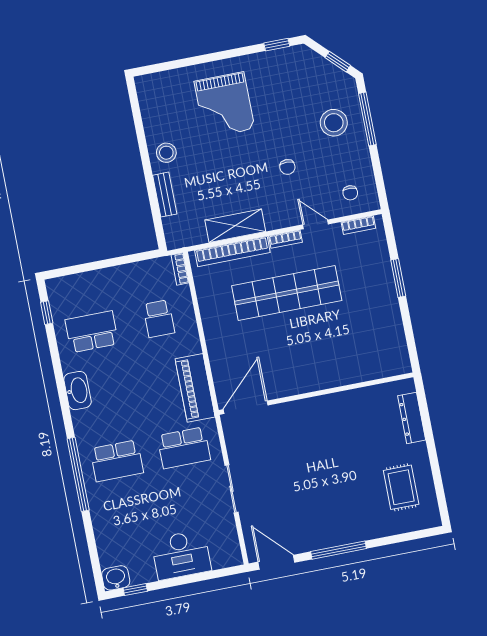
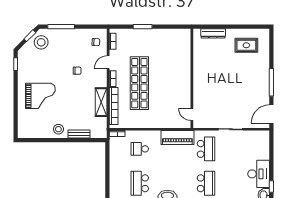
stool: (334, 123) -> (41, 42), moved
school desk: (159, 319) -> (140, 149), turned 180
door: (246, 407) -> (192, 114), width x0.53
desk: (181, 555) -> (259, 174), moved

